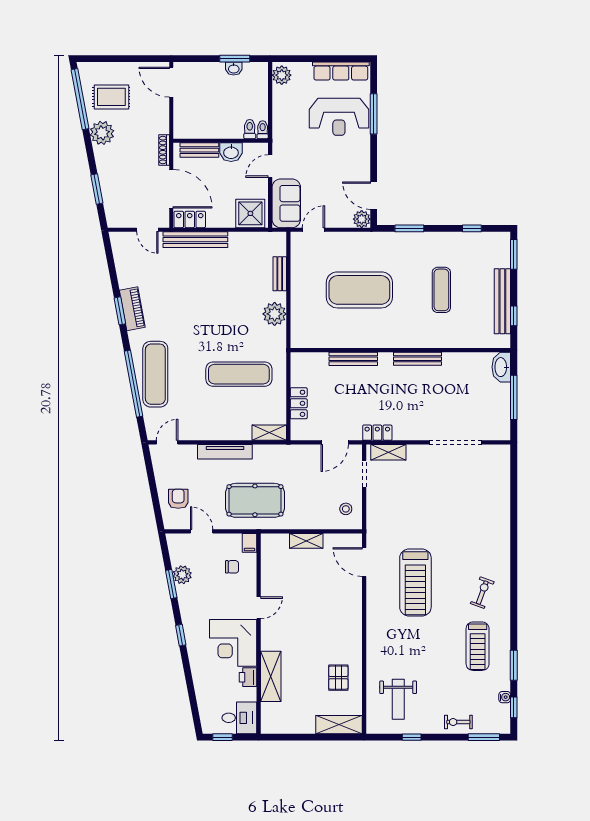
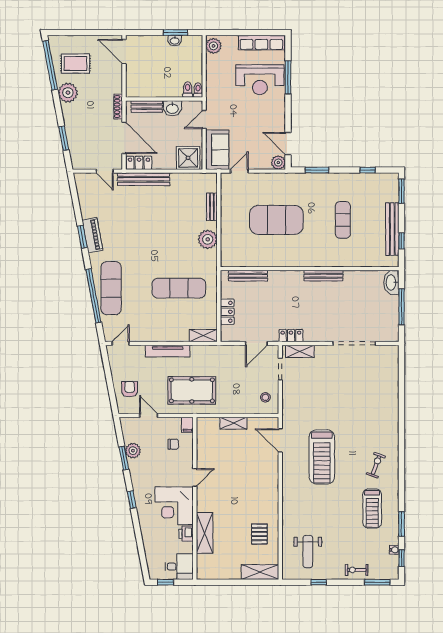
bench: (353, 359) -> (248, 276), moved

